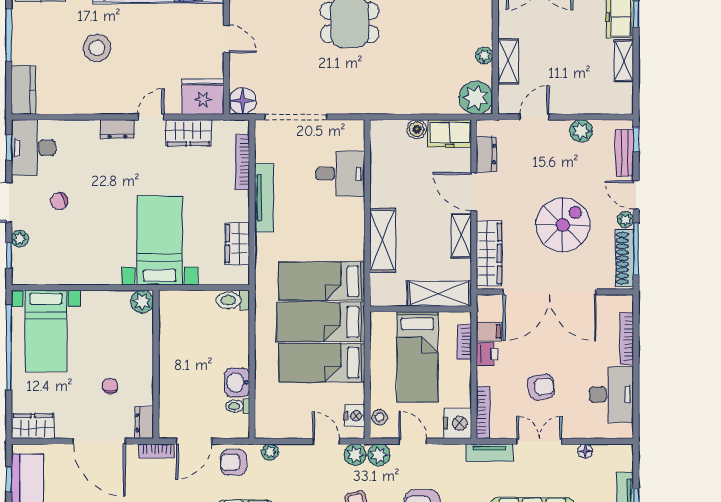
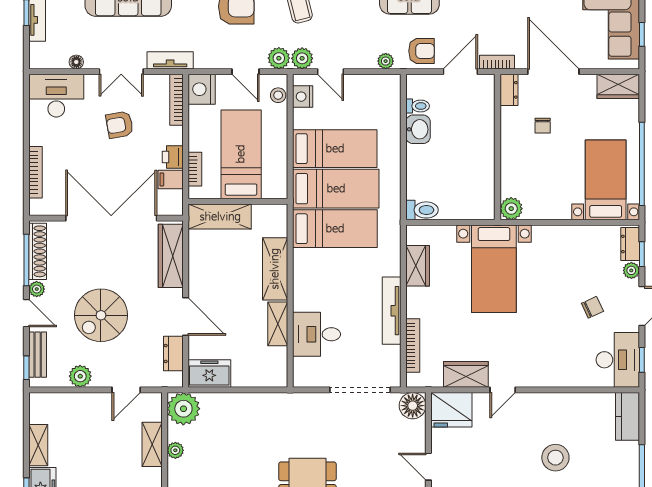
dresser: (117, 129) -> (630, 244), moved, turned -90
boiler: (417, 129) -> (242, 378), removed
spiral stairs: (563, 225) -> (101, 315), moved
shelving: (461, 236) -> (278, 324), moved
desk: (612, 395) -> (56, 96), moved, turned 90

